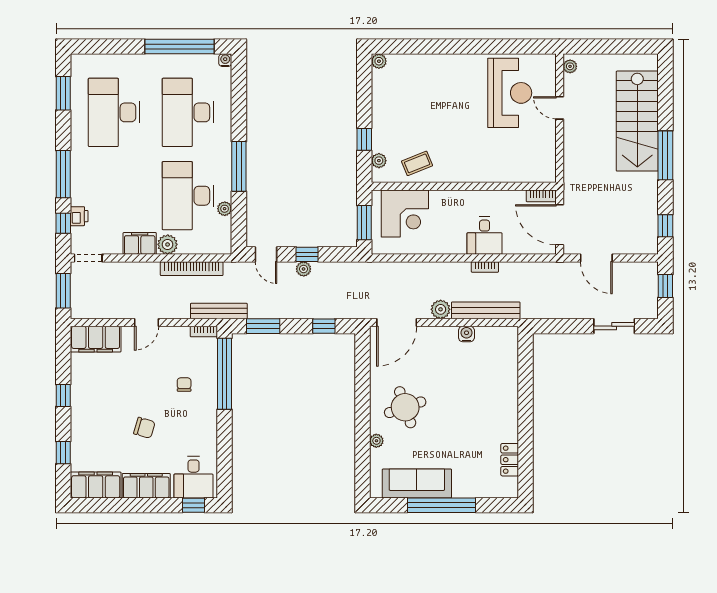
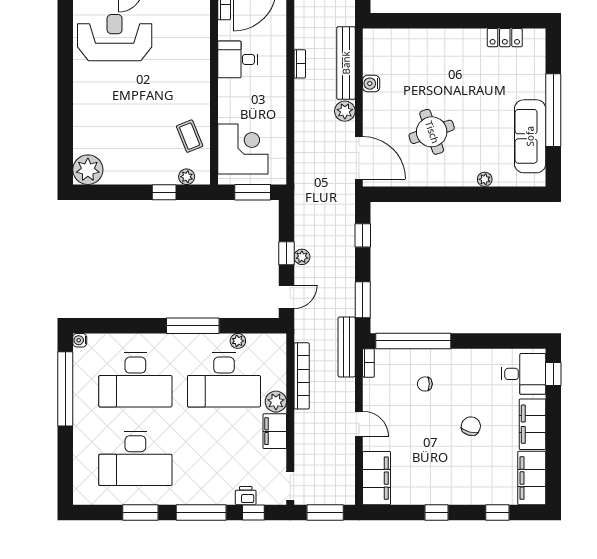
plant: (379, 61) -> (88, 170), width x1.88, depth x1.88
window: (63, 93) -> (140, 513), moved
desk: (485, 236) -> (238, 59), moved, turned 180
round table: (405, 407) -> (432, 132), moved

